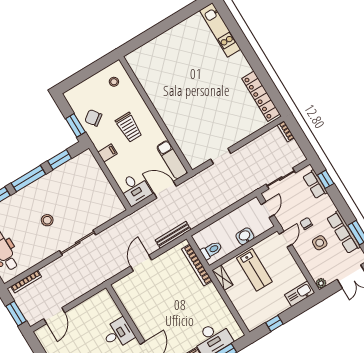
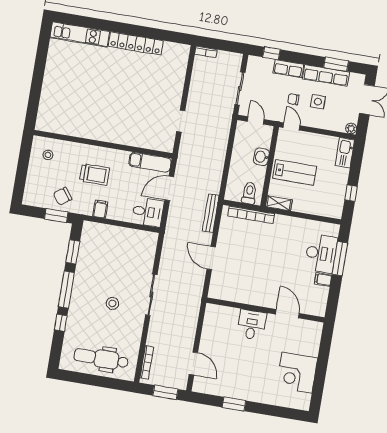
locker: (261, 96) -> (136, 43), moved
row of seats: (315, 184) -> (288, 69), moved

